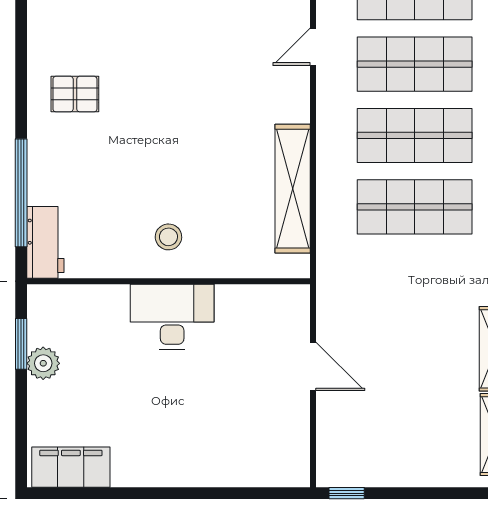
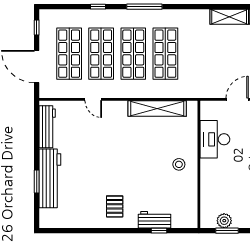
window: (21, 193) -> (159, 231), width x0.32
workbench: (45, 242) -> (155, 220), moved
desk: (172, 317) -> (215, 139), moved
plant: (43, 363) -> (224, 221), moved

